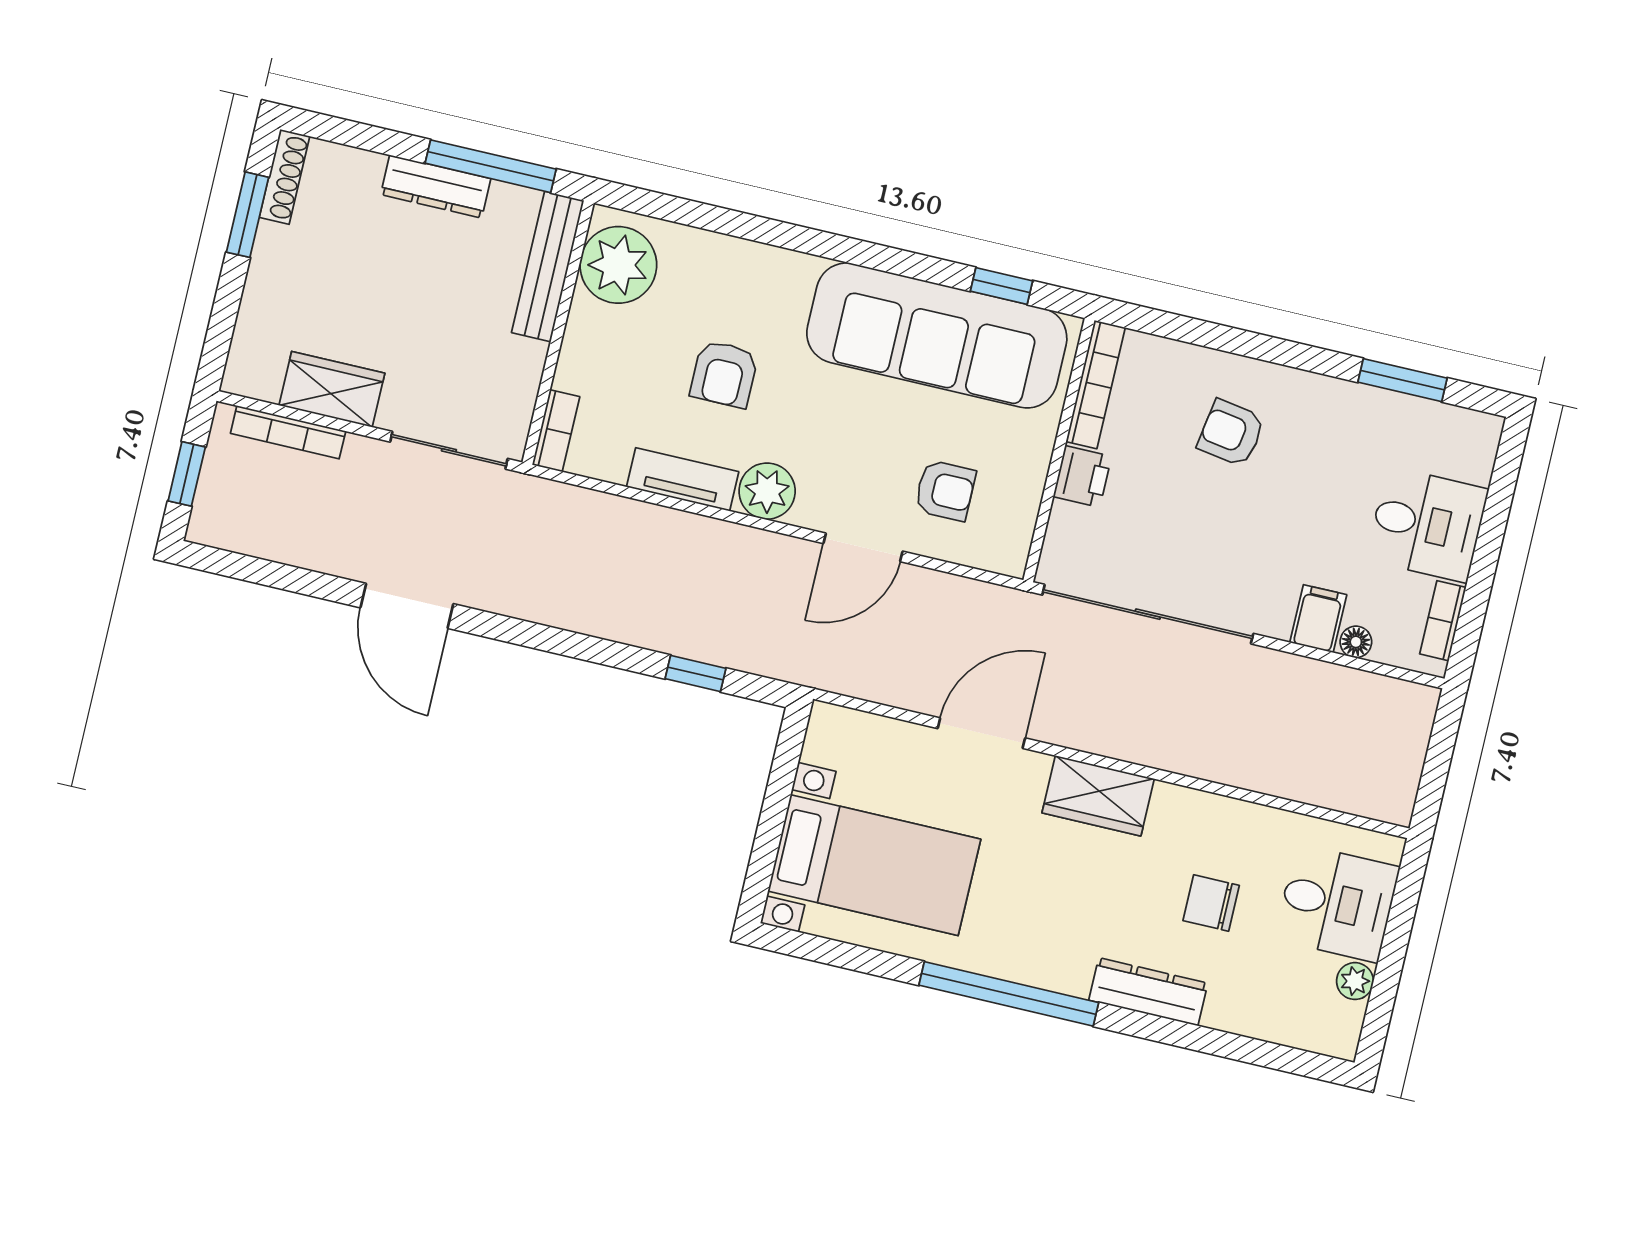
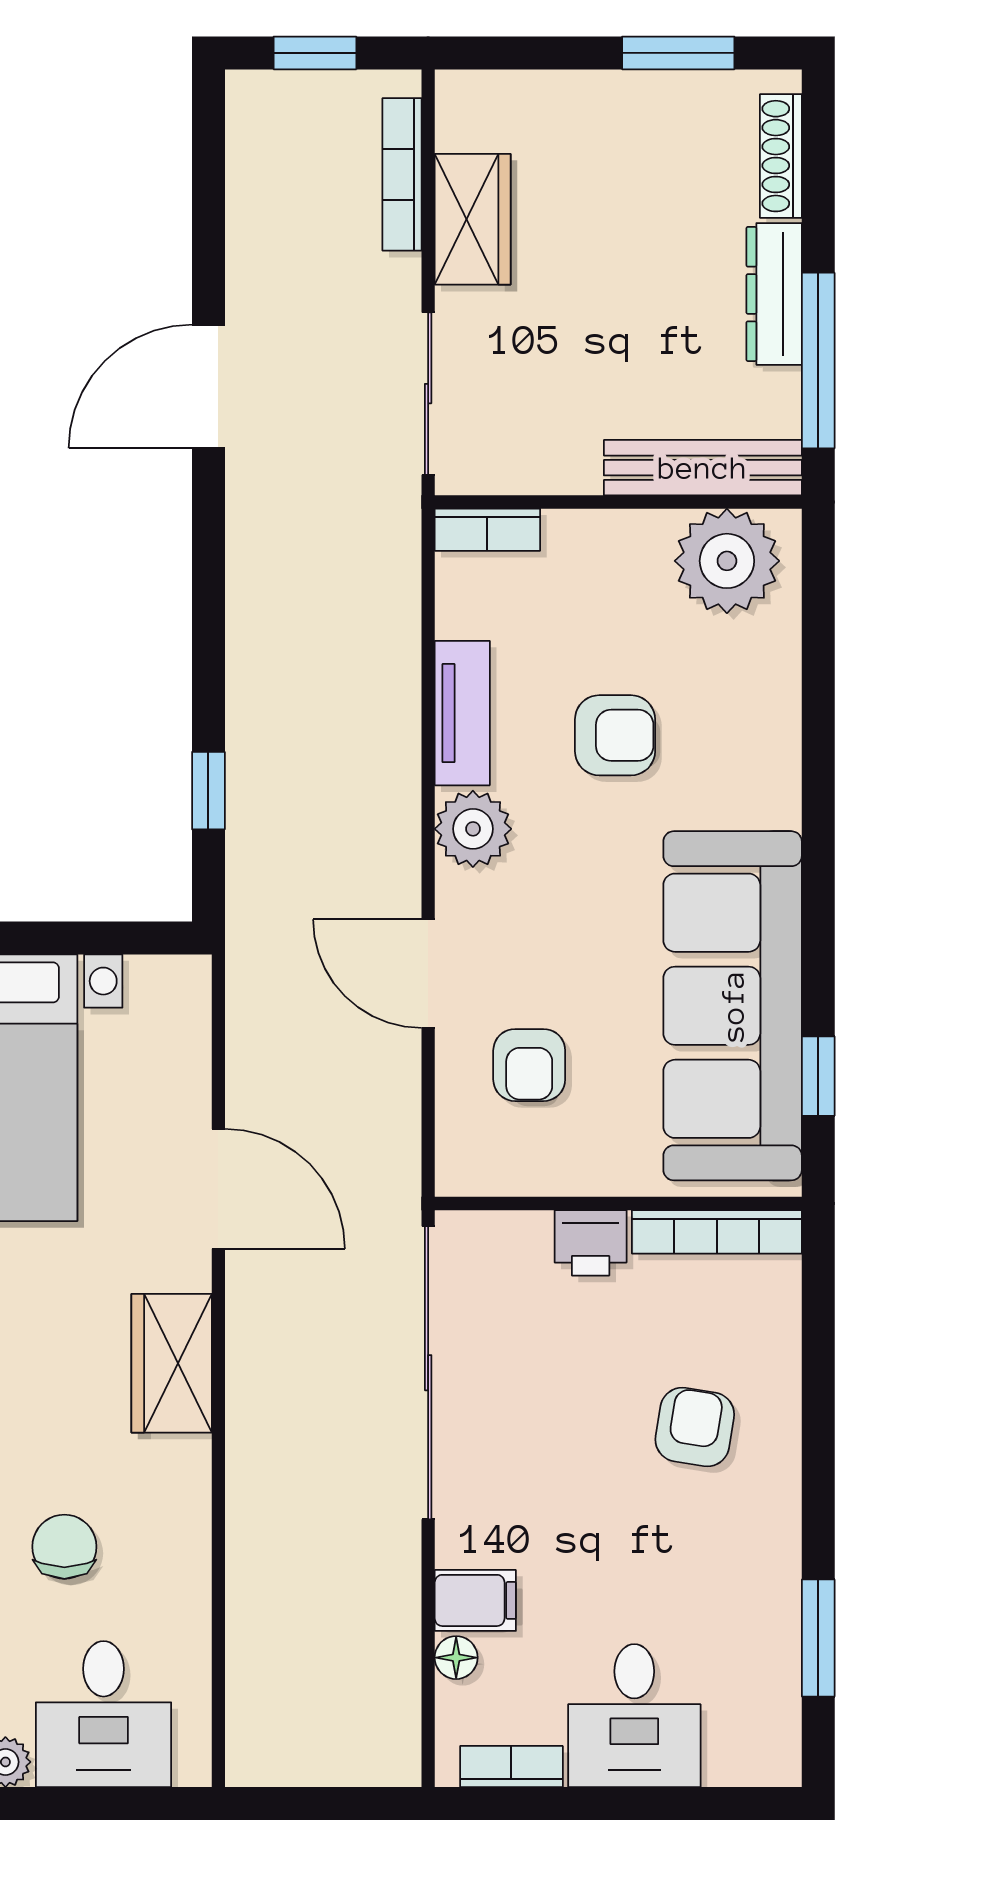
shoe rack: (285, 177) -> (781, 156), moved, turned 90
armchair: (724, 374) -> (615, 735), turned 180

